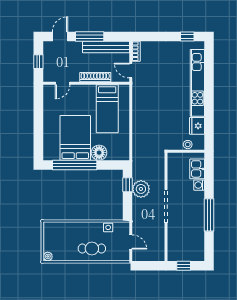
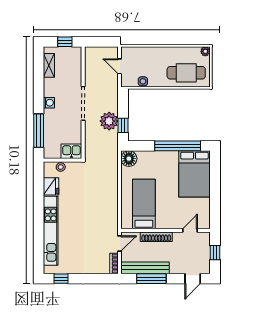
window: (90, 37) -> (151, 279), moved
door: (131, 71) -> (120, 244), hinge flipped
bed: (75, 138) -> (194, 174), moved
floor lamp: (99, 153) -> (129, 159), moved
kitchen sink: (197, 169) -> (71, 151), moved, turned -90
washing machine: (199, 185) -> (49, 103), moved
window: (209, 215) -> (39, 131), moved
shelving: (199, 243) -> (49, 65), added
cafe table: (92, 248) -> (186, 73), moved, width x1.37, depth x1.35

